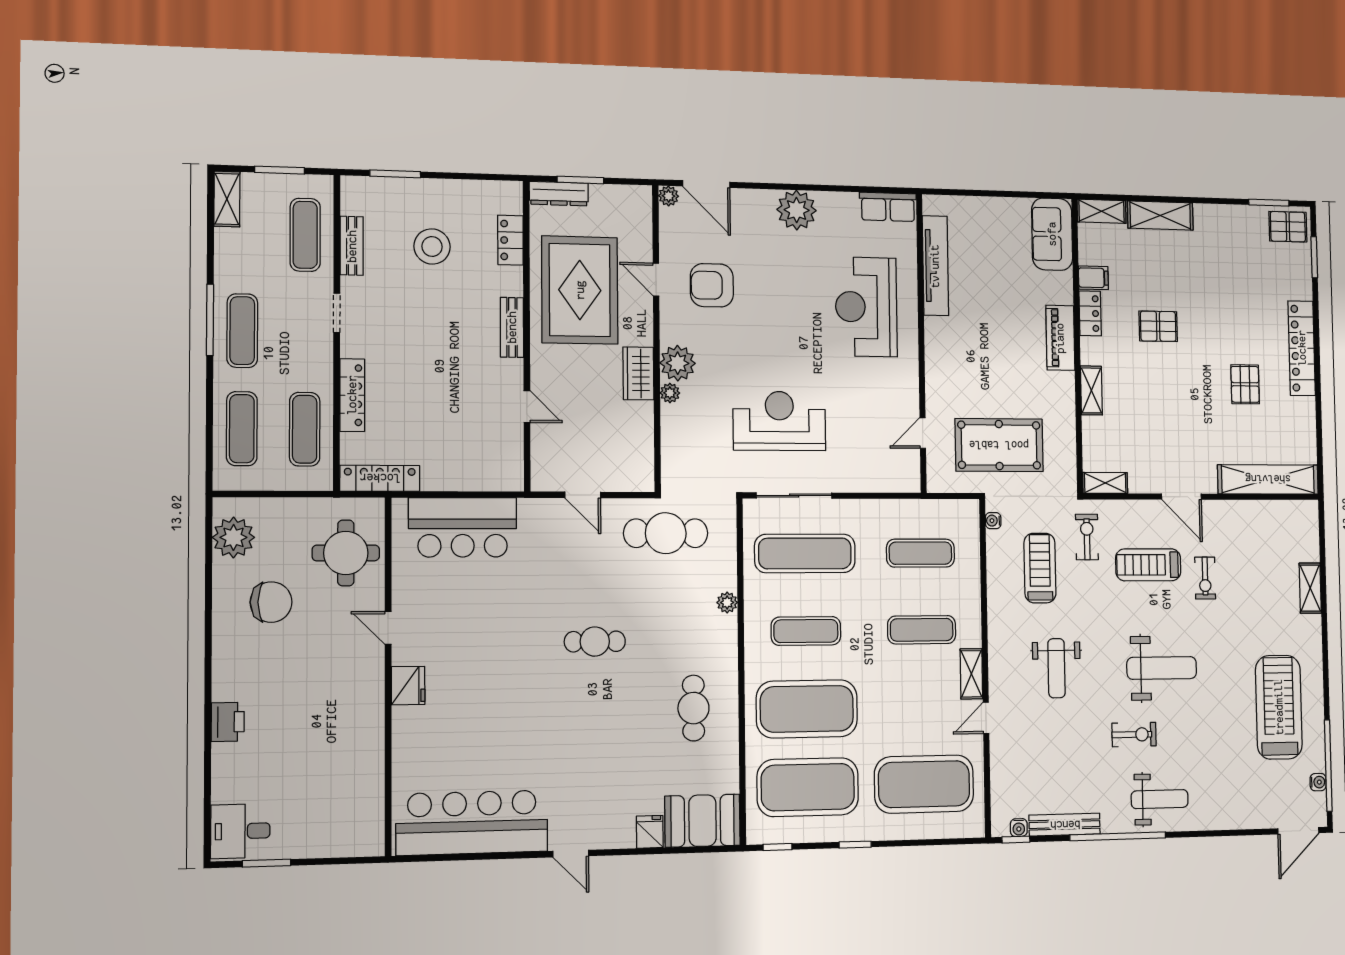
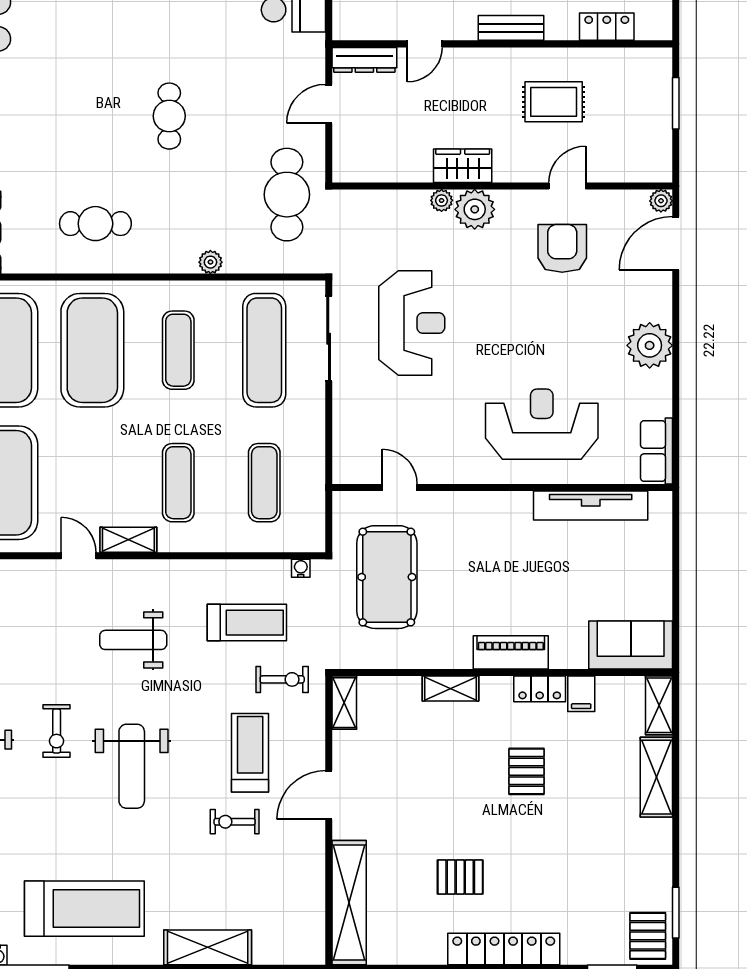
dresser: (559, 194) -> (364, 60), moved, turned -90
rug: (580, 290) -> (554, 102), width x0.54, depth x0.49
shelving: (1310, 588) -> (208, 947), width x1.50, depth x1.33

